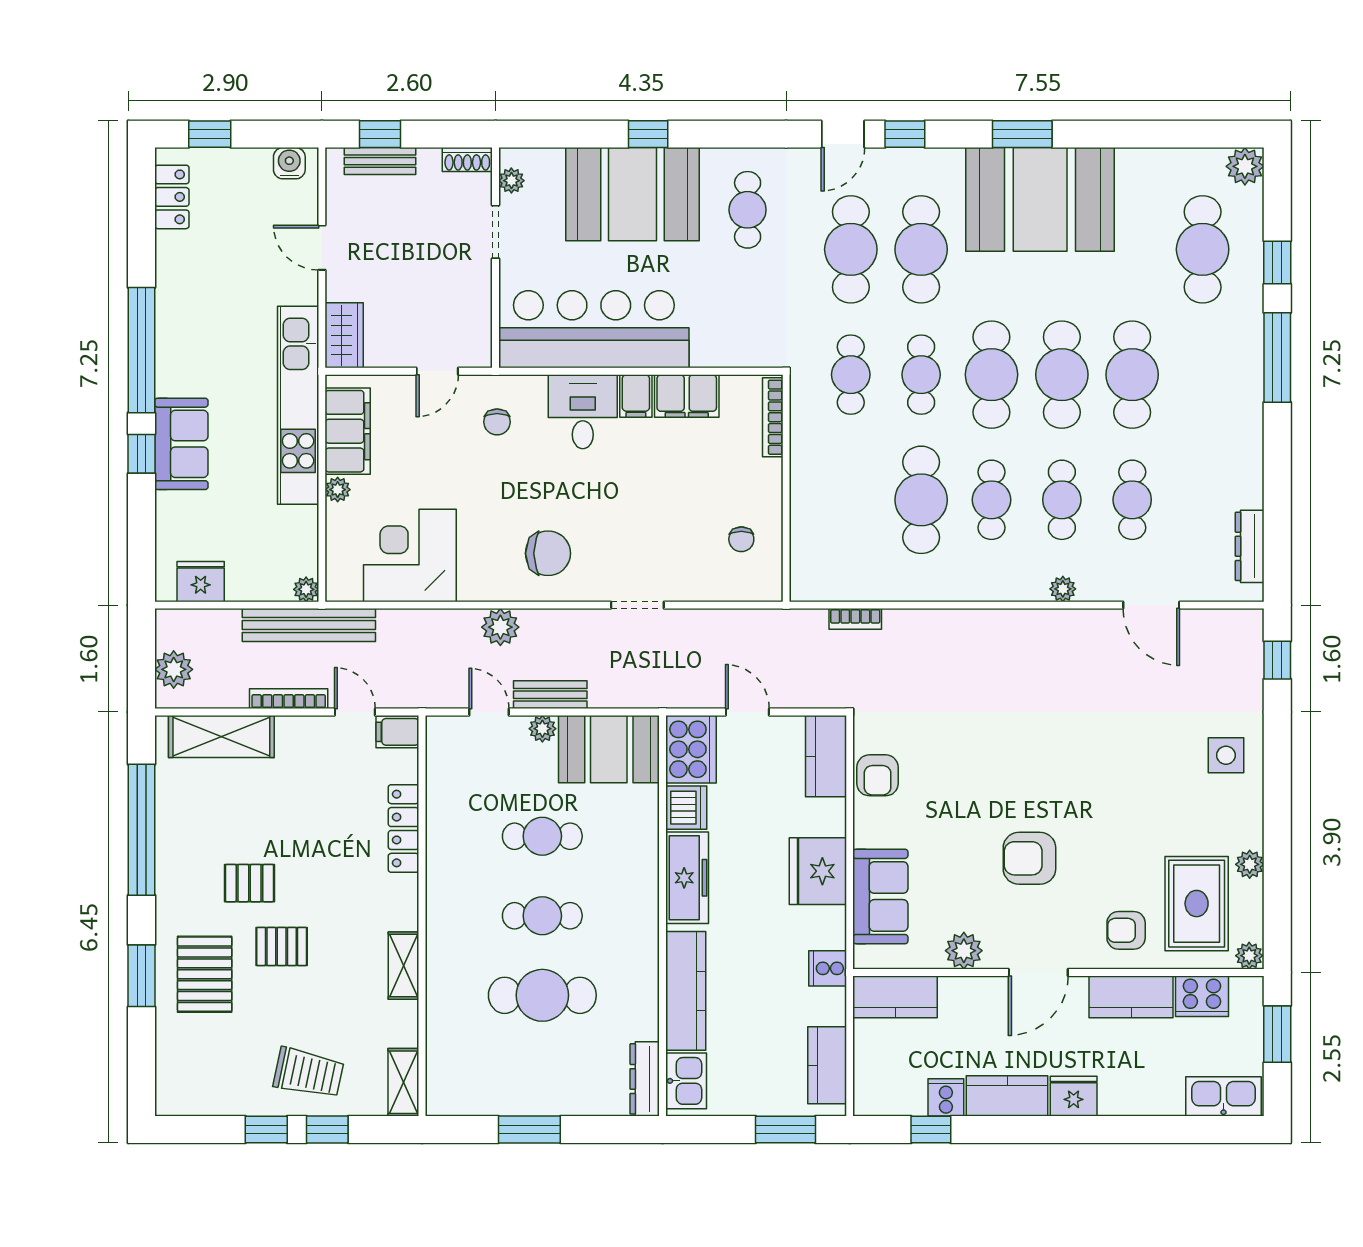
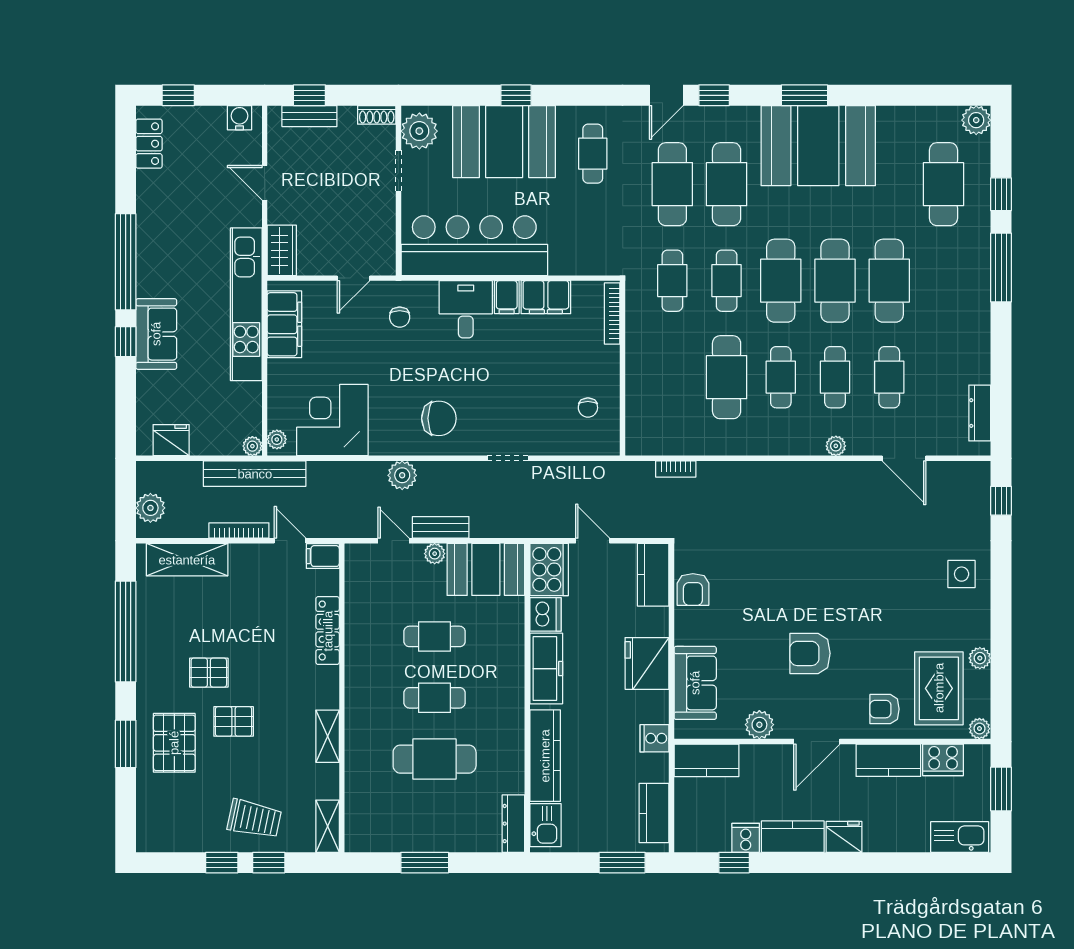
plant: (511, 181) -> (419, 131), width x1.88, depth x1.88
plant: (338, 490) -> (277, 439), moved

